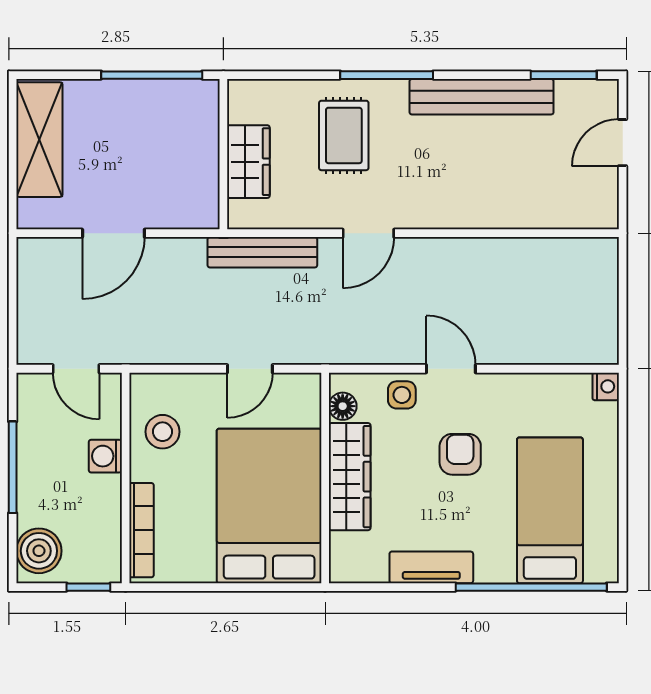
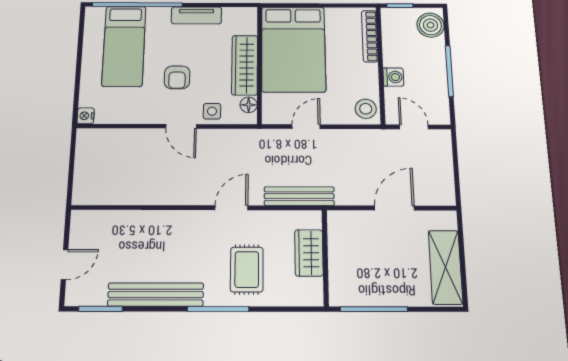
stool: (162, 432) -> (366, 109), moved

